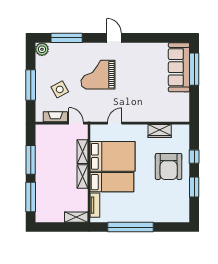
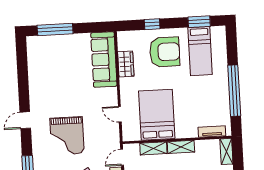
sofa: (179, 67) -> (104, 59), moved, turned 90
bed: (112, 182) -> (200, 51), moved, turned 180
window: (194, 187) -> (199, 22), moved

